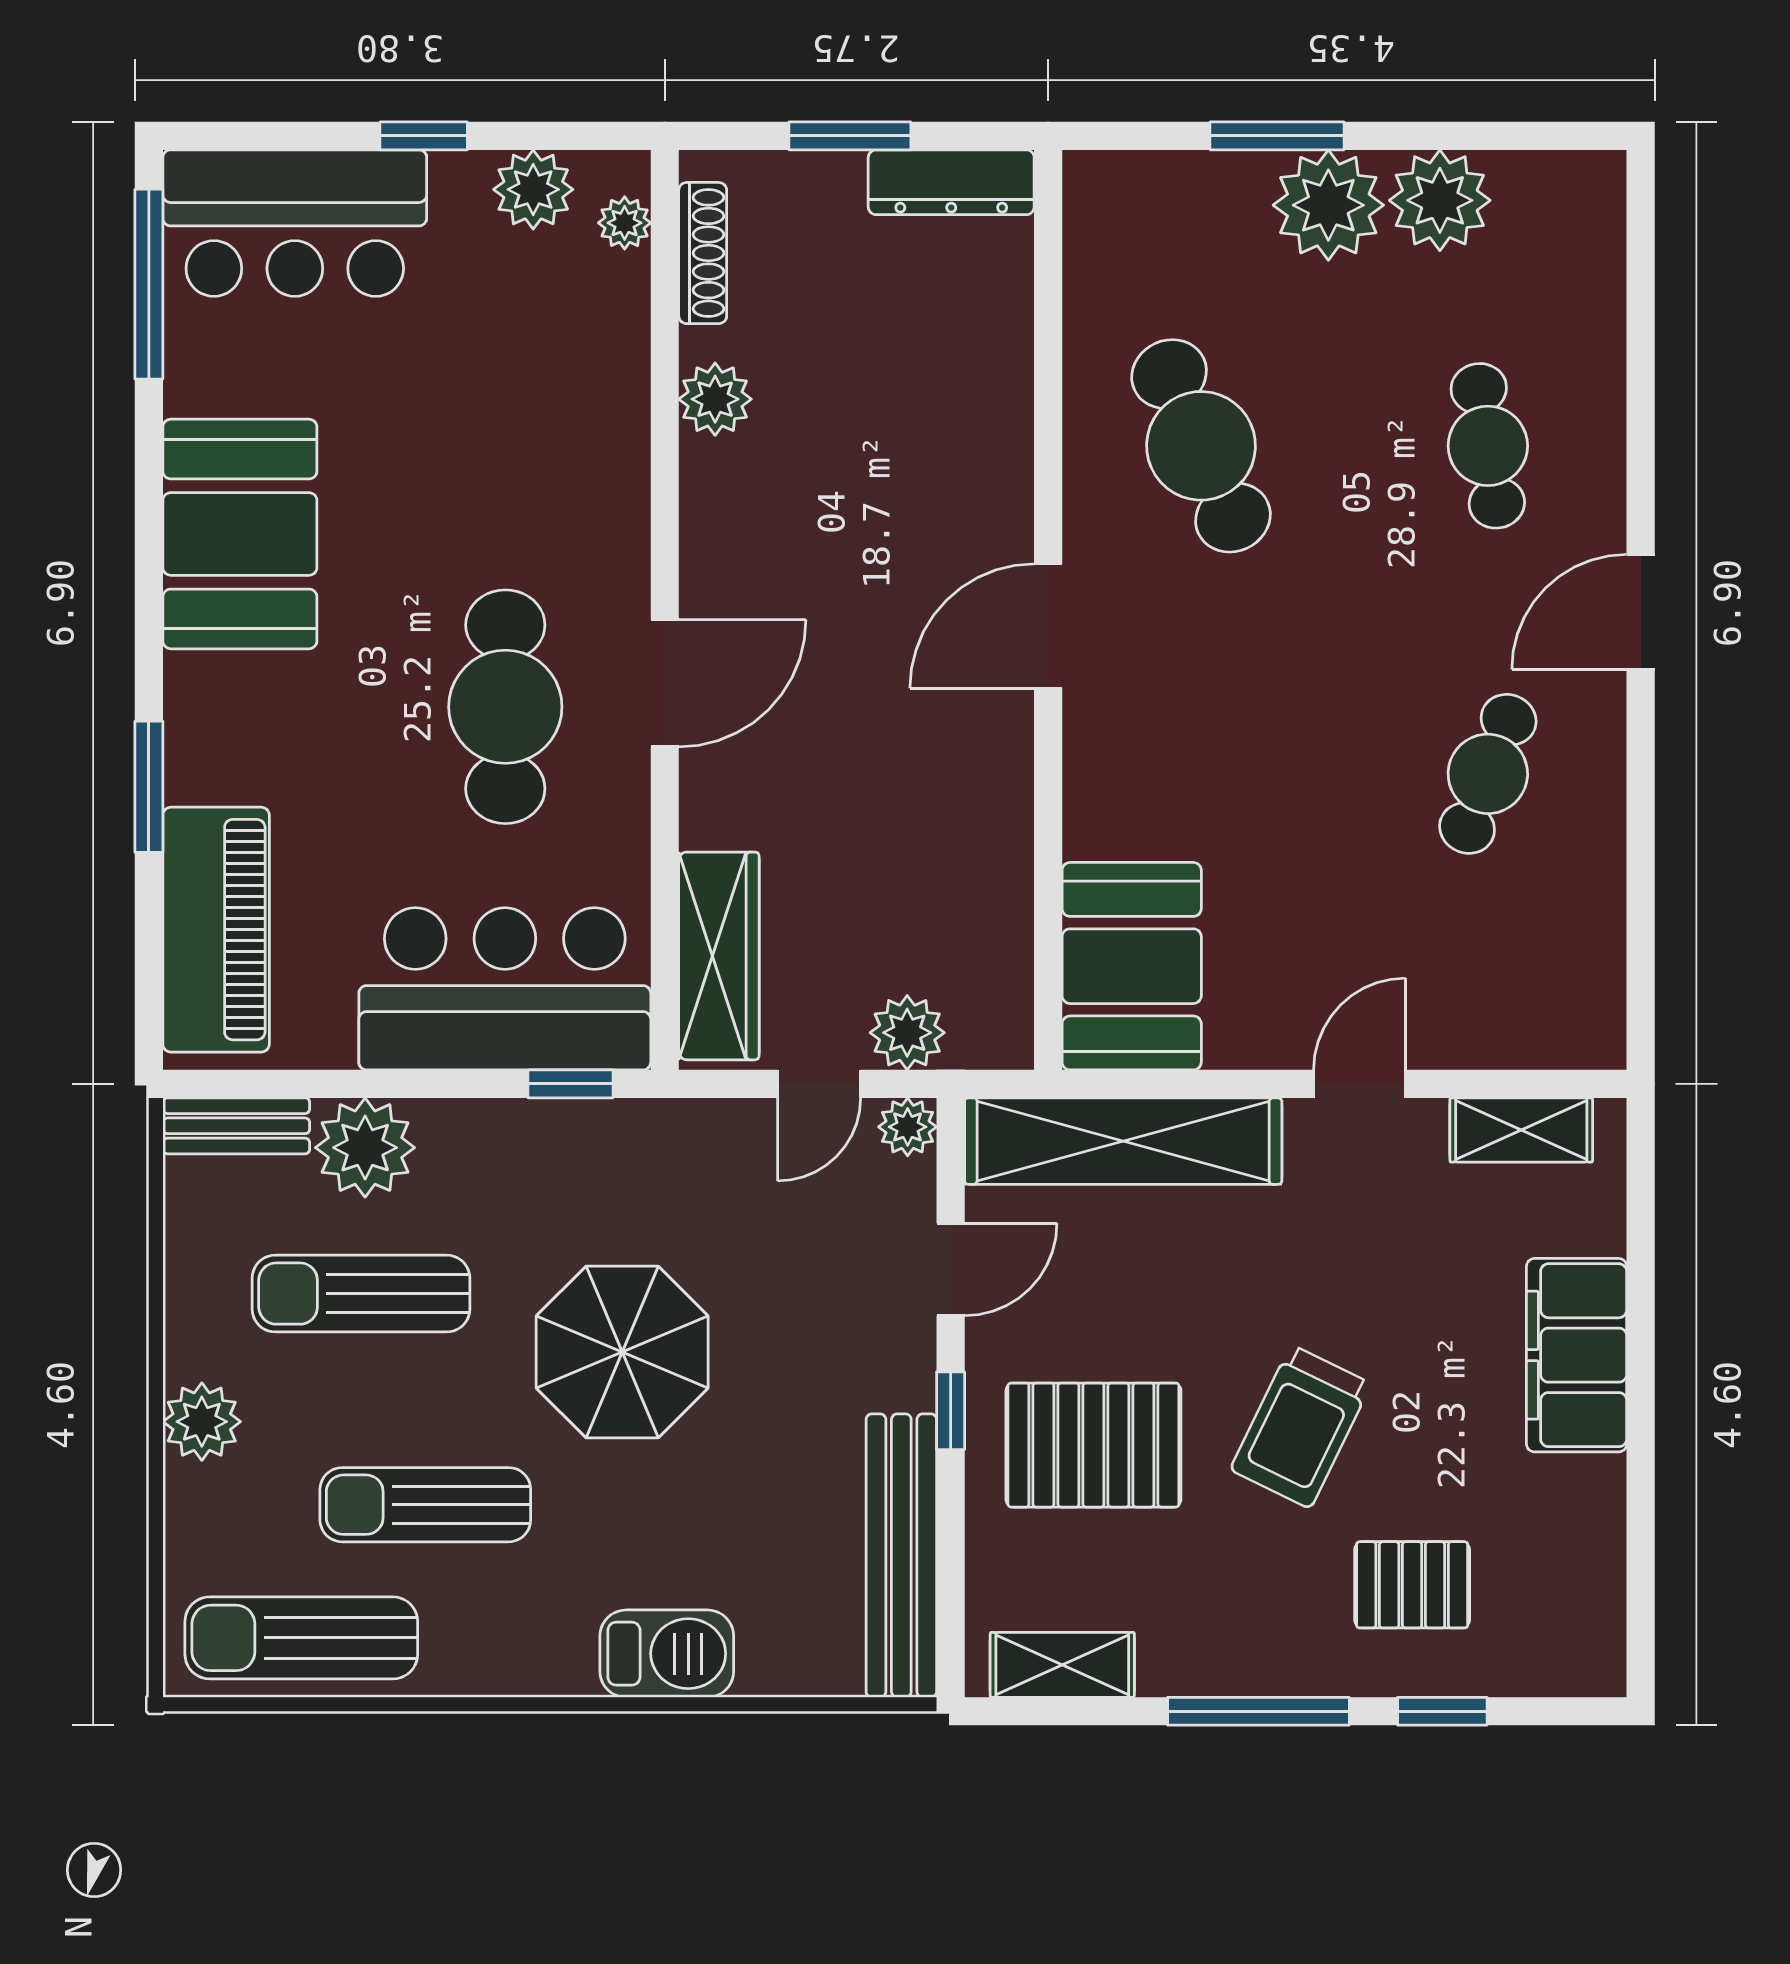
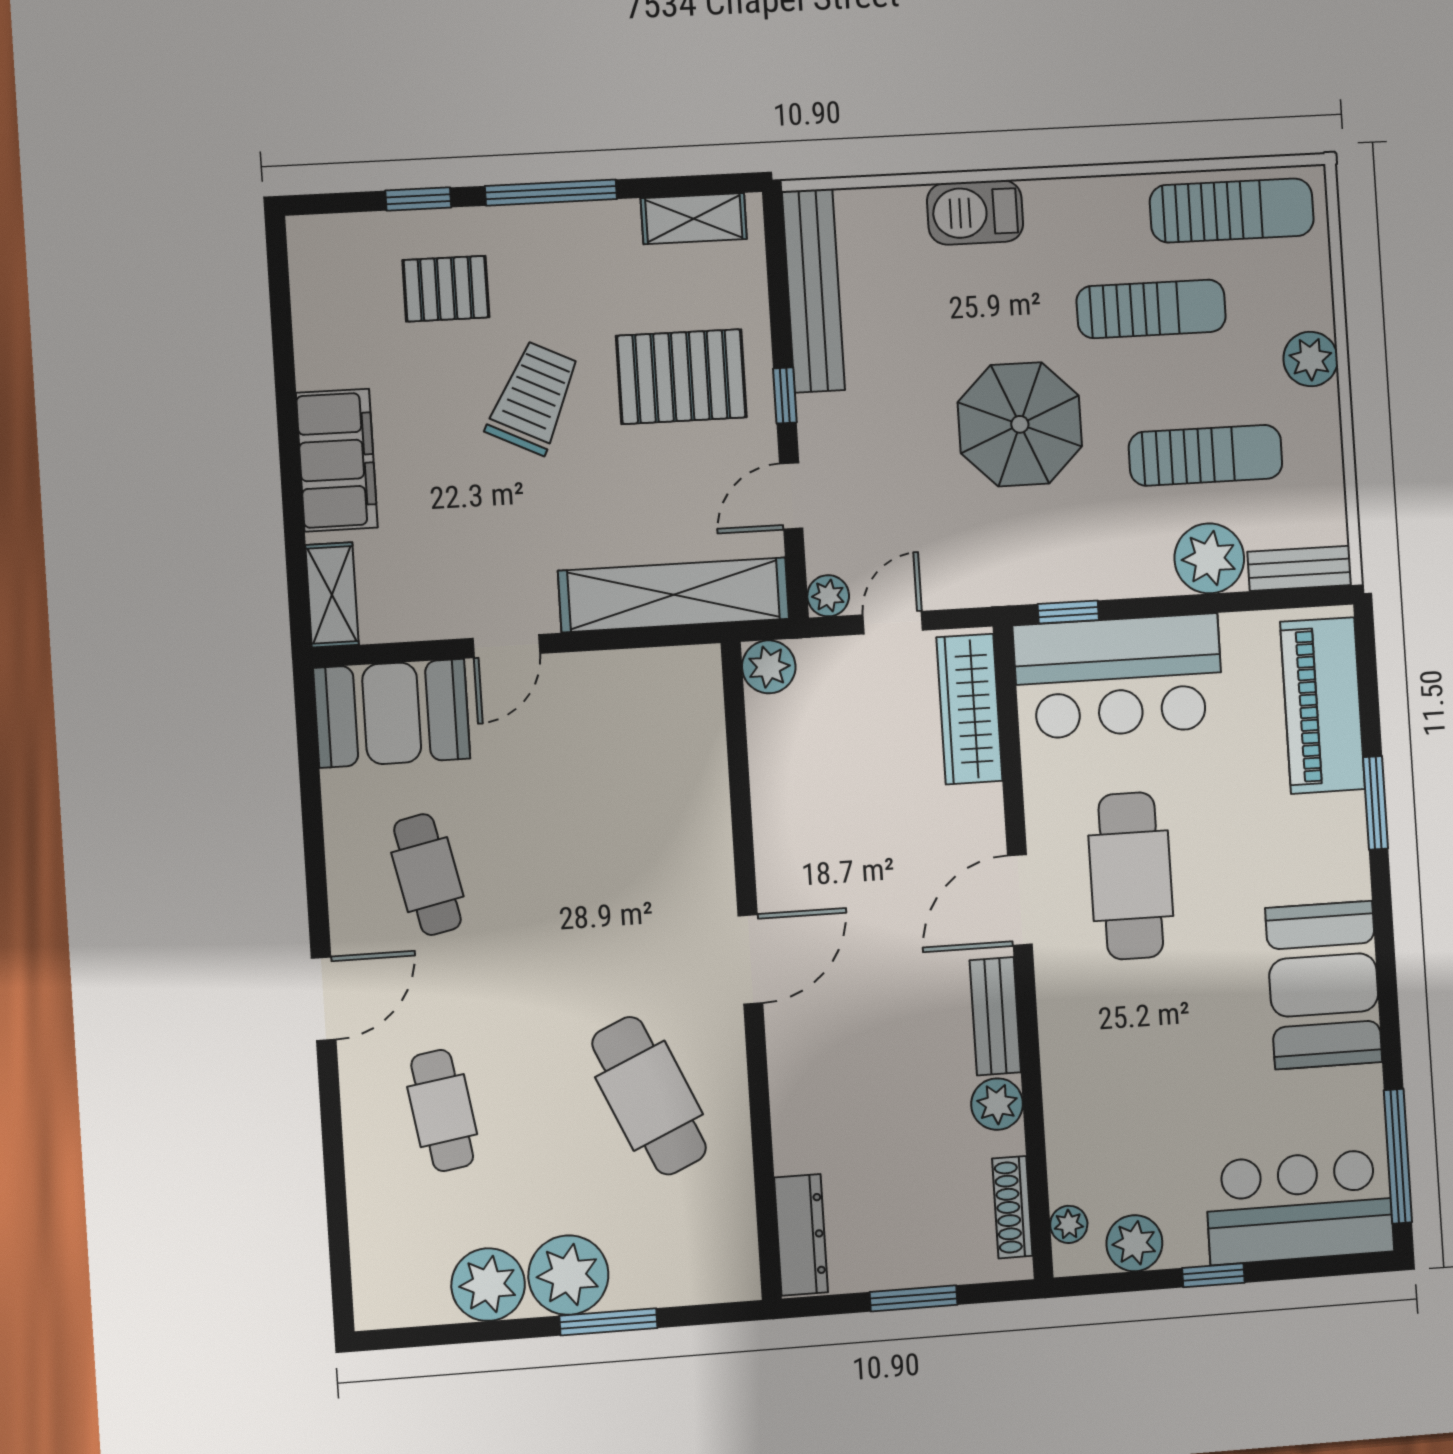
dresser: (951, 182) -> (801, 1235), moved, turned 90
bench: (710, 522) -> (995, 1016), added
cafe table: (1488, 774) -> (427, 875), turned -33
booth: (1132, 966) -> (392, 713), moved, turned 90
plant: (907, 1033) -> (769, 667), moved
shelving: (1521, 1130) -> (332, 595), moved, turned 90

